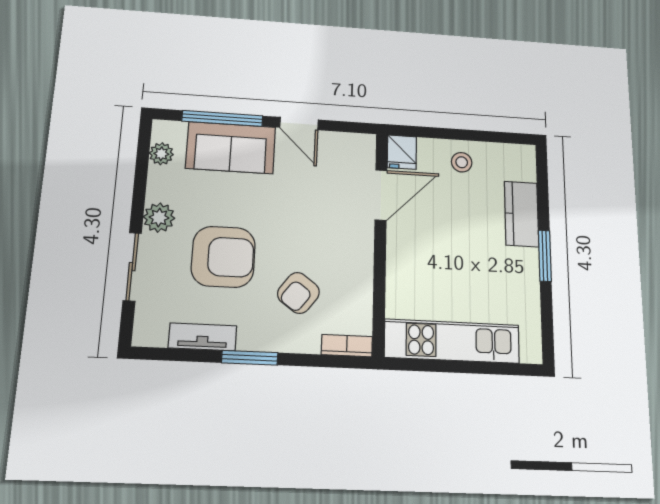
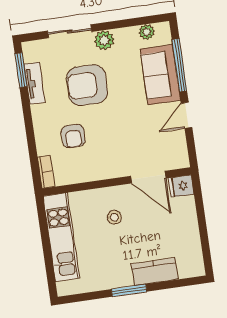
stool: (462, 162) -> (114, 217), moved
armchair: (223, 257) -> (87, 85), turned 90
armchair: (298, 293) -> (73, 136), turned -127
window: (250, 358) -> (21, 70), moved

